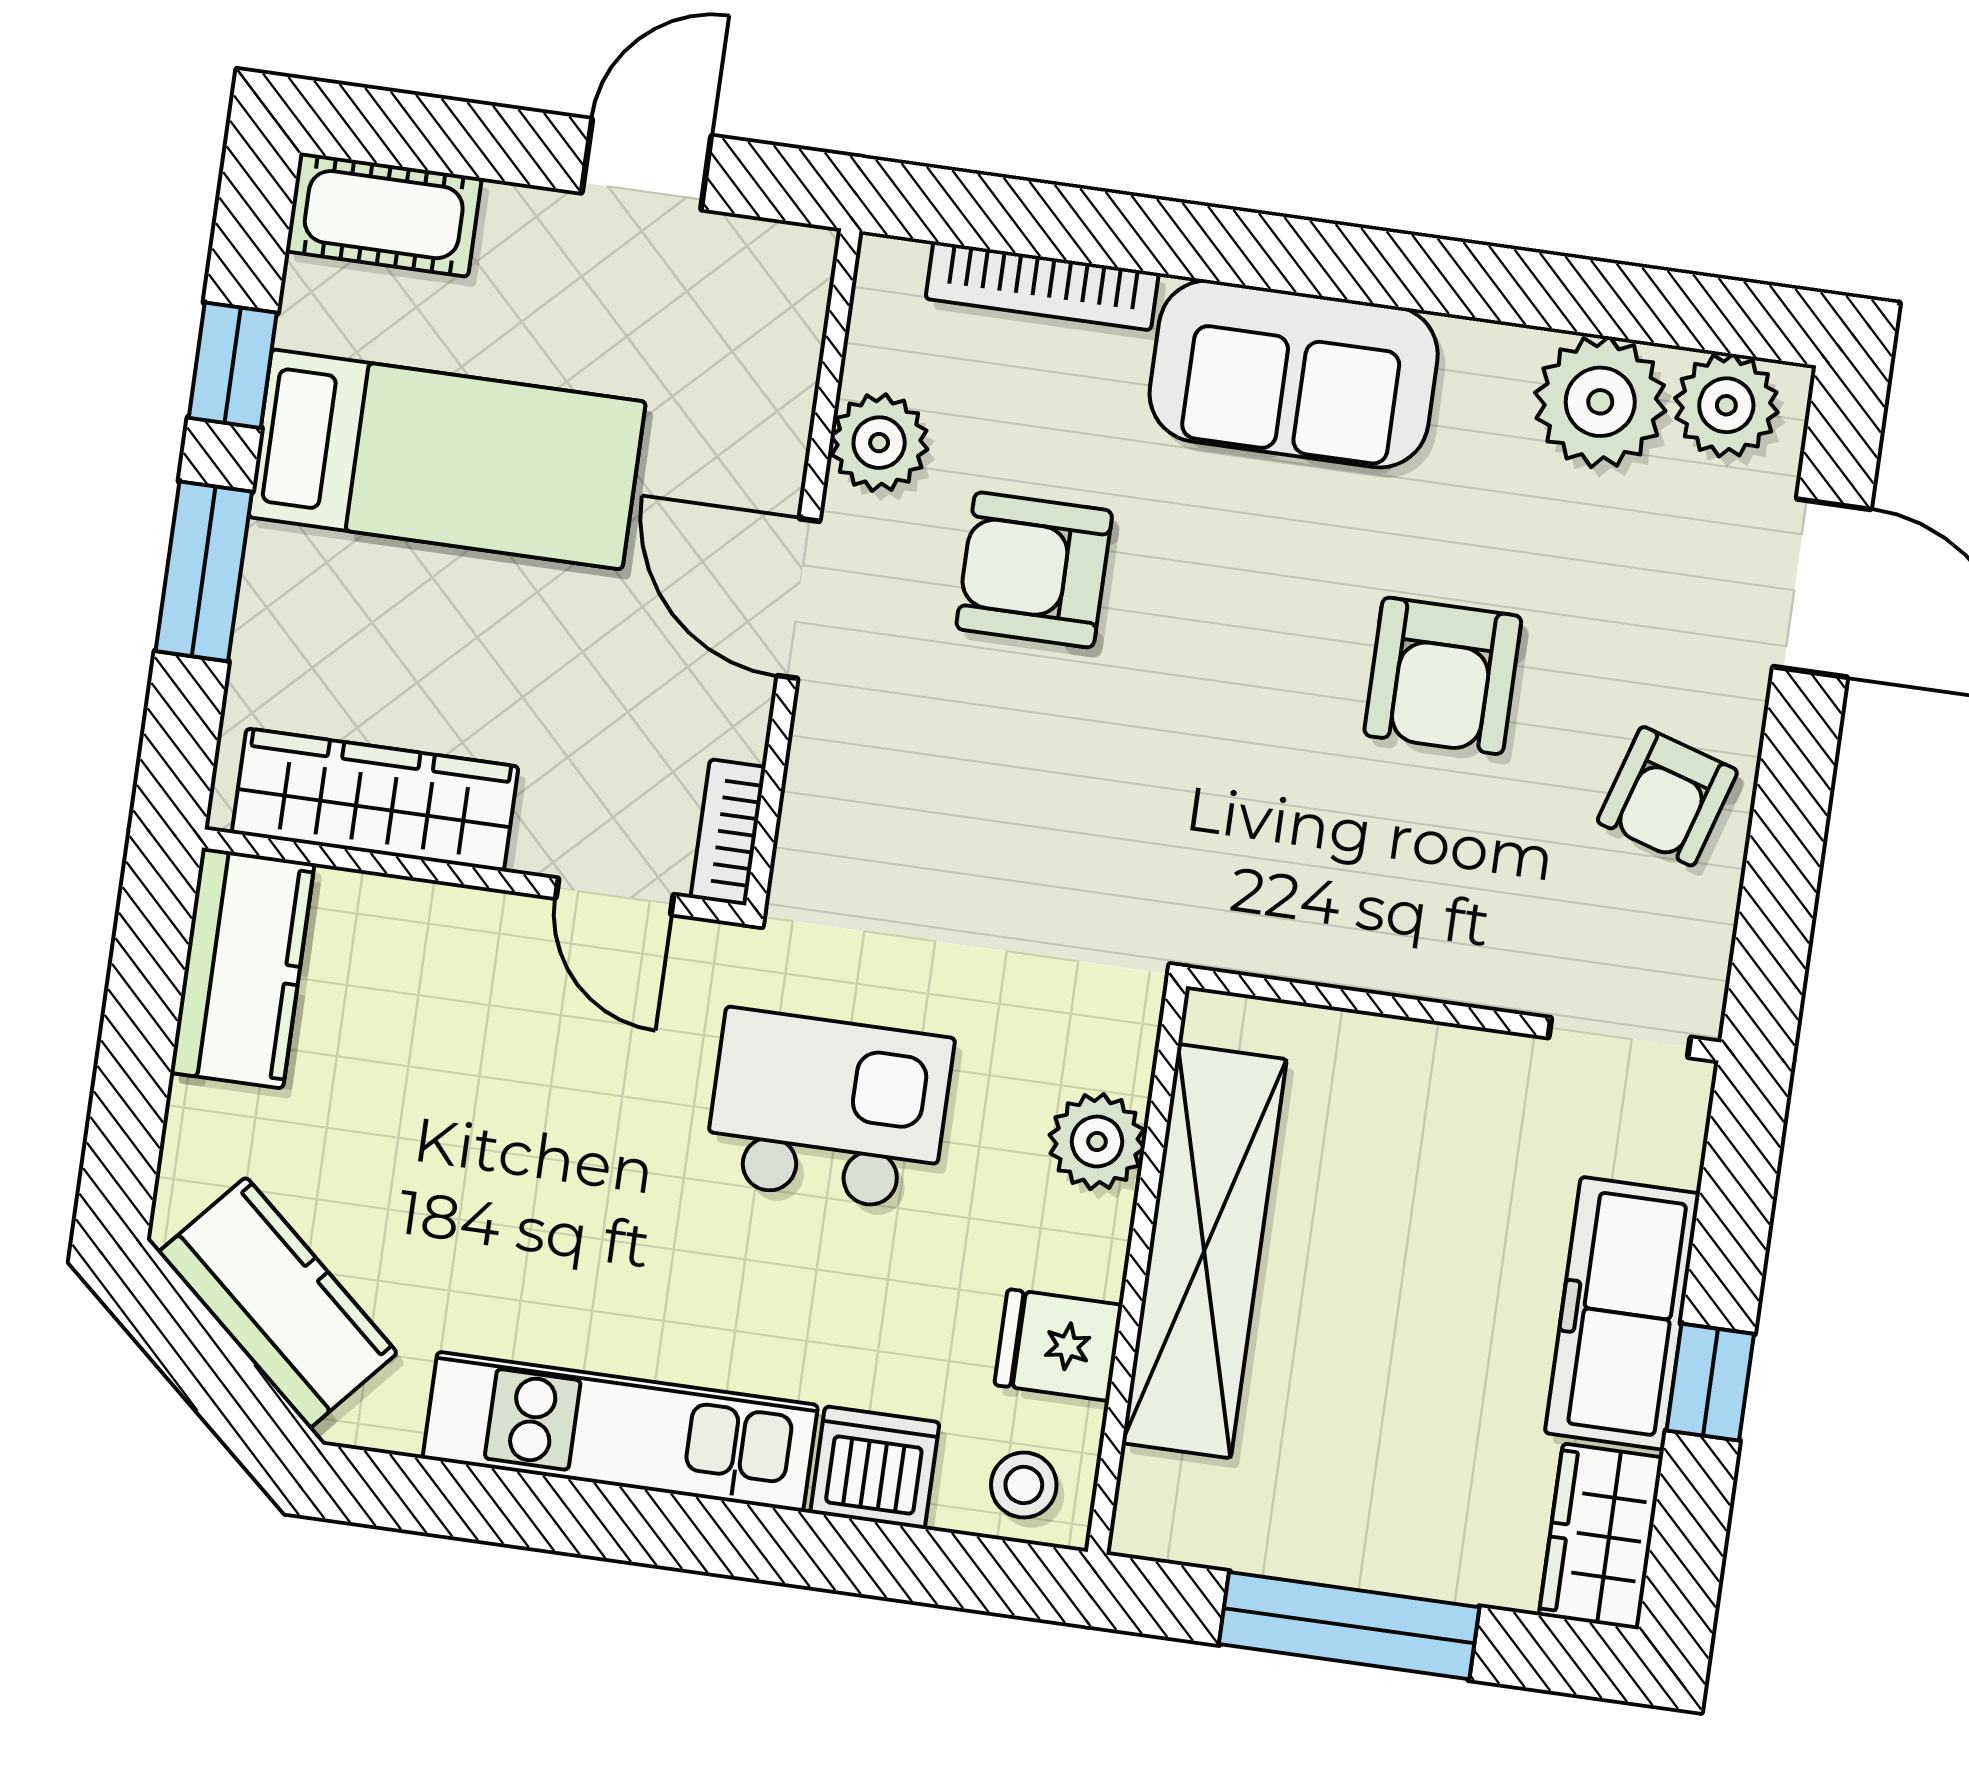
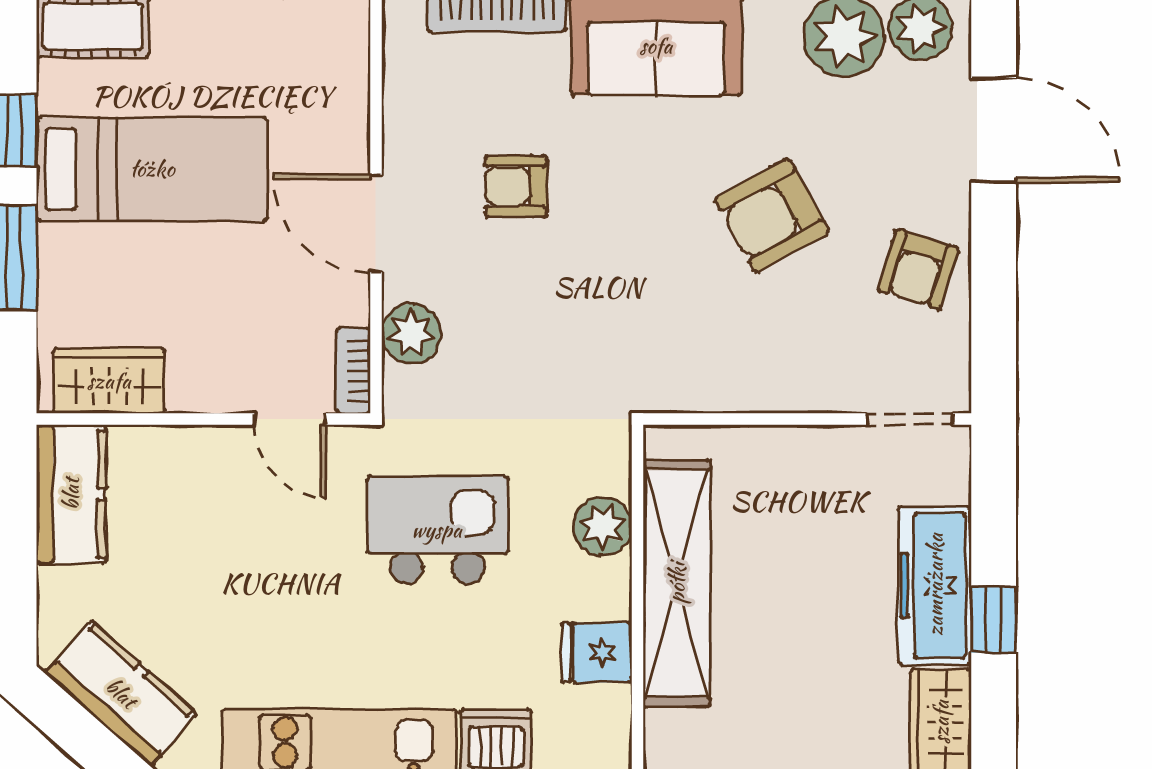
plant: (879, 443) -> (411, 334), moved
armchair: (1034, 570) -> (516, 186), width x0.72, depth x0.72
armchair: (1443, 676) -> (772, 215), turned 61
wardrobe: (375, 800) -> (109, 381), width x0.67
stool: (1024, 1485) -> (587, 740), removed

